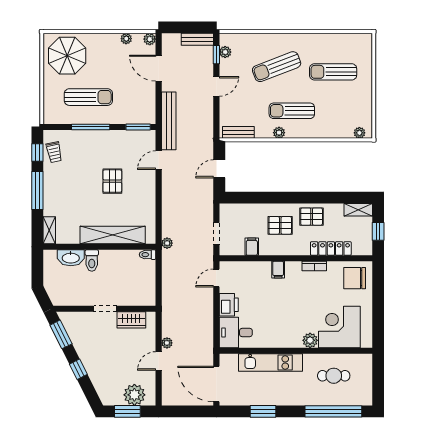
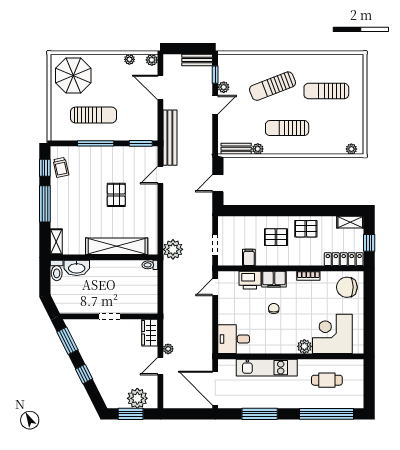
plant: (225, 52) -> (224, 87), moved
plant: (279, 133) -> (258, 149), moved
plant: (167, 243) -> (173, 249), width x1.88, depth x1.88
locker: (331, 248) -> (344, 259), moved
toilet: (92, 260) -> (57, 270), moved
filing cabinet: (278, 270) -> (274, 279), width x2.00
chair: (278, 300) -> (274, 308), added
printer: (229, 305) -> (250, 280), moved, turned 90
wardrobe: (131, 320) -> (150, 333), moved, turned 90
window: (263, 411) -> (260, 414), width x1.44

